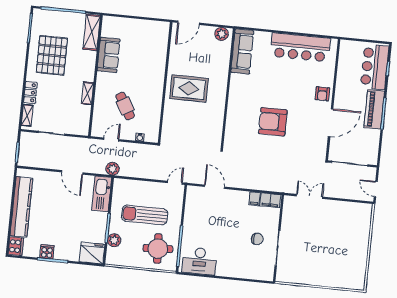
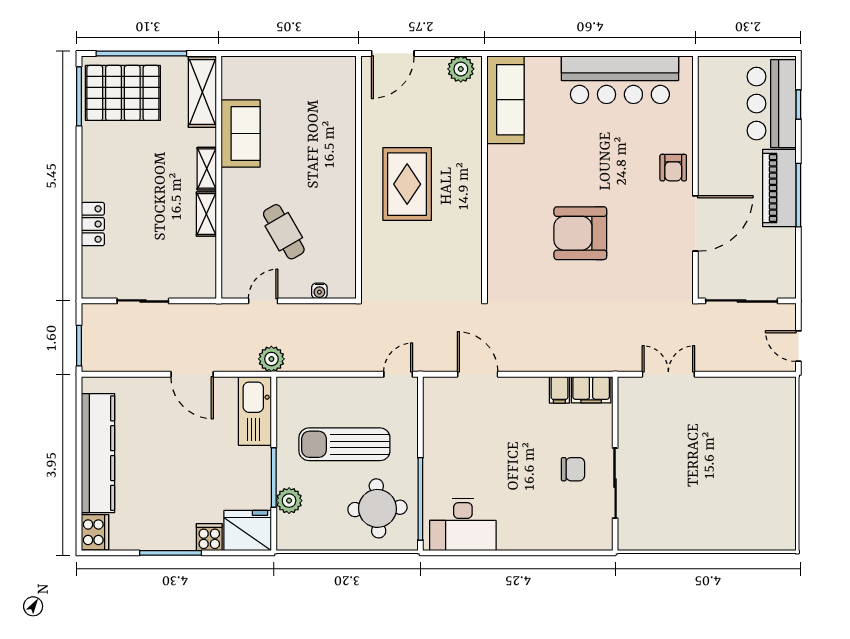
pallet: (52, 55) -> (123, 93), moved, turned 90
rug: (189, 89) -> (407, 184), turned 90
shelving: (27, 115) -> (207, 169), moved
cooker: (47, 252) -> (209, 537), moved

